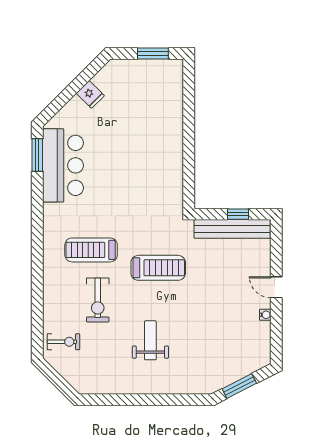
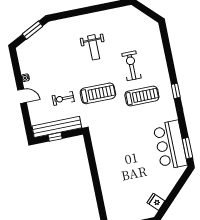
fridge: (90, 94) -> (156, 202), moved
window: (37, 247) -> (176, 91), added
treadmill: (158, 268) -> (98, 93), turned 180
exercise bike: (63, 342) -> (63, 99), moved

